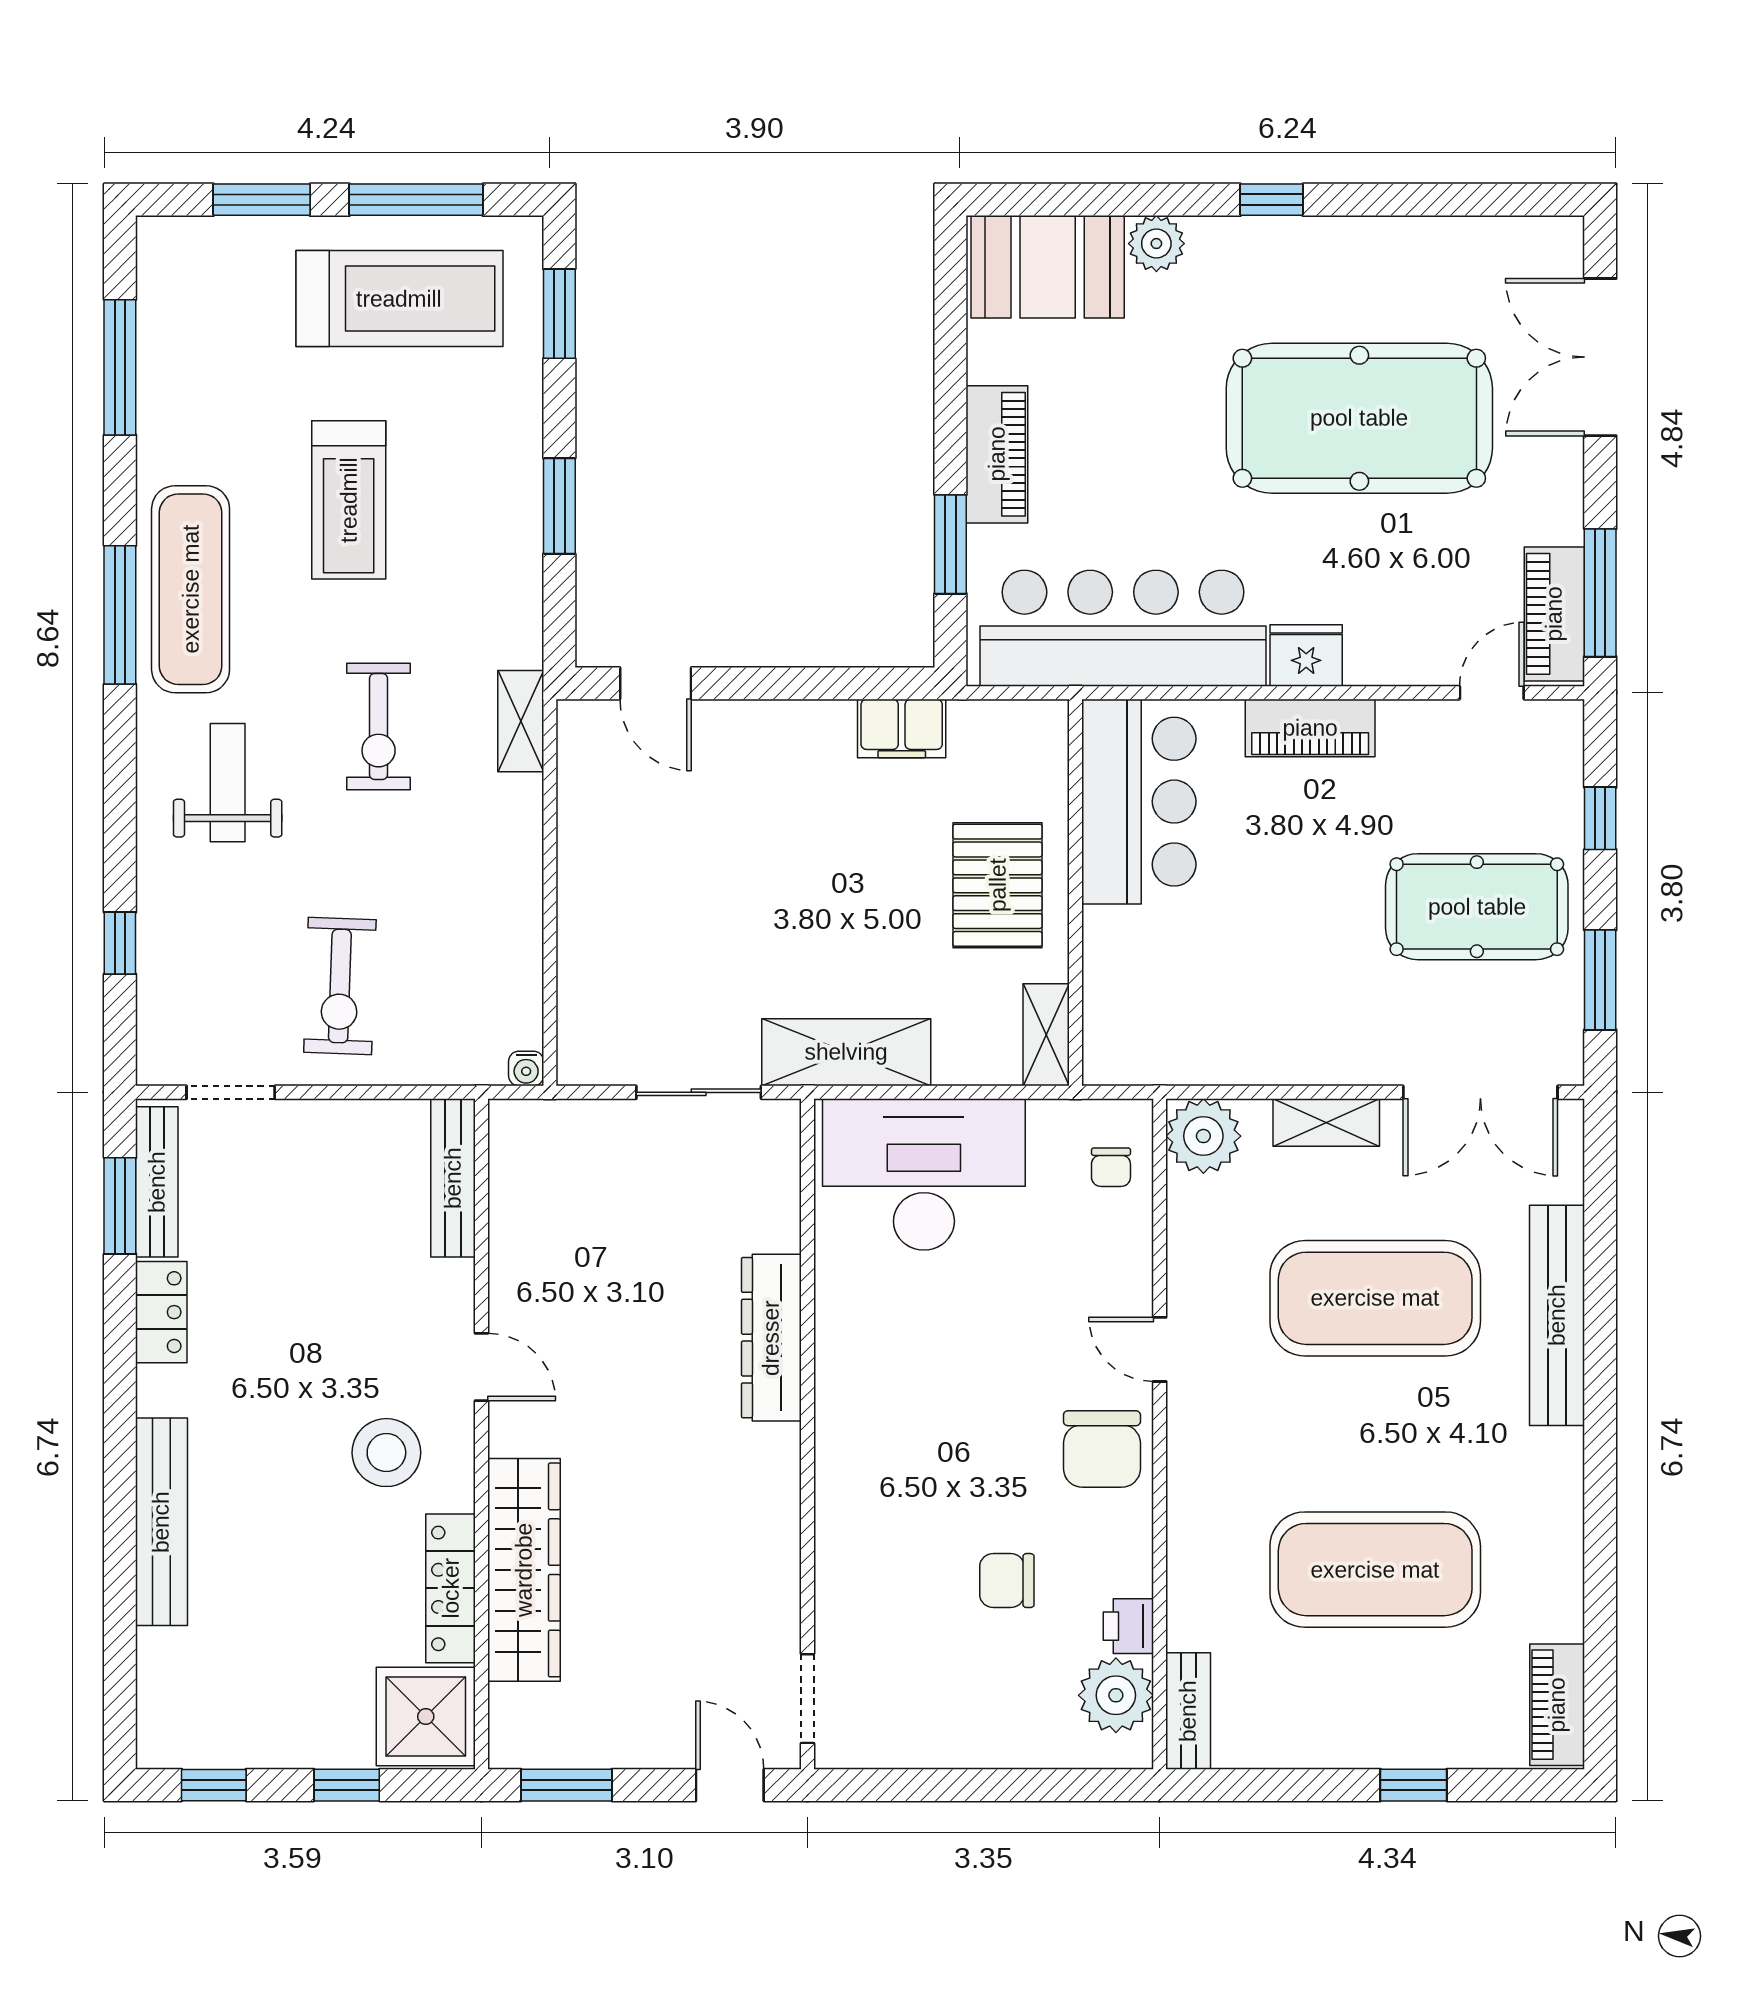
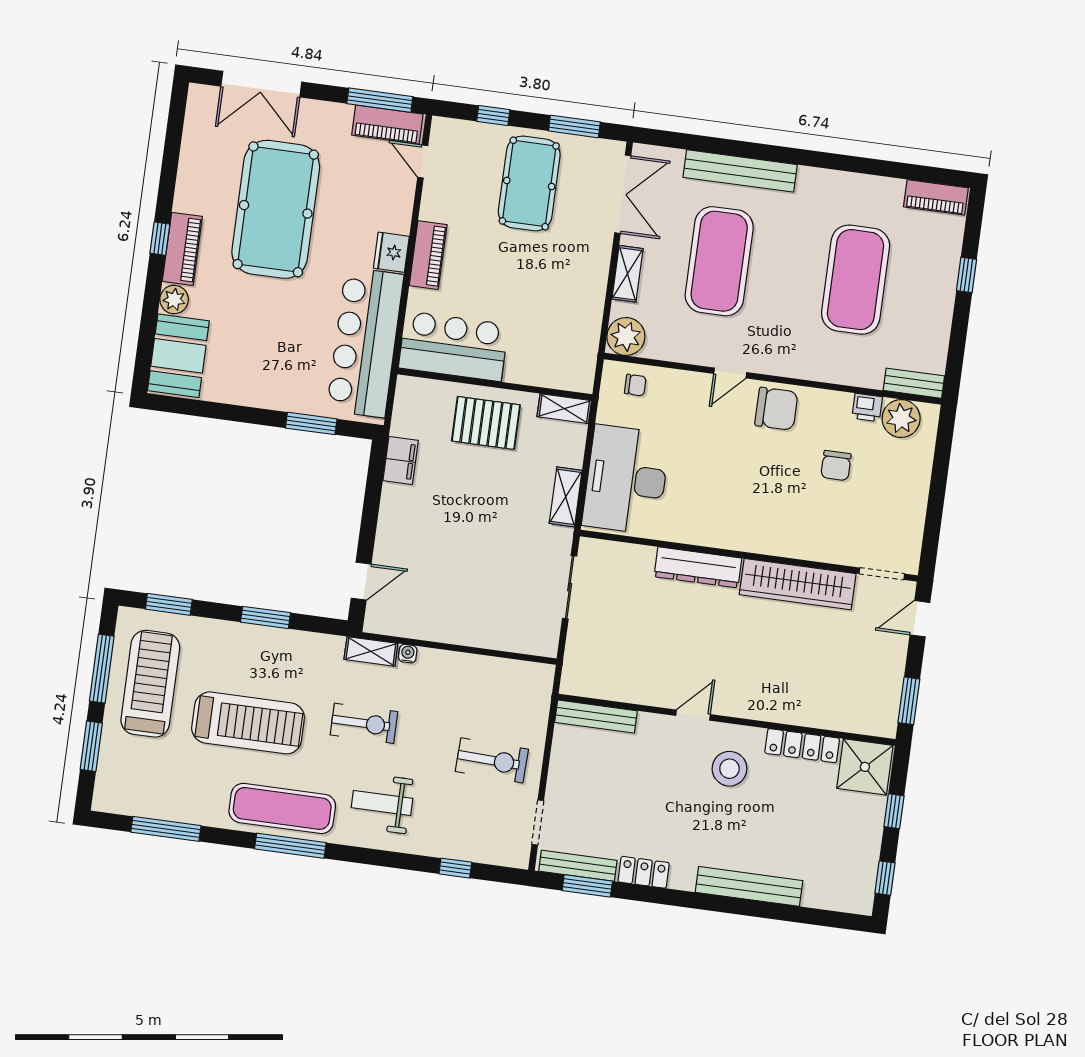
piano: (997, 454) -> (182, 249), moved, turned 90
treadmill: (349, 500) -> (248, 723), width x1.37, depth x1.38
shelving: (846, 1052) -> (566, 497), width x0.67, depth x0.75
water cooler: (526, 1068) -> (408, 654), moved, turned -90
wardrobe: (524, 1570) -> (798, 584), moved, turned 180

